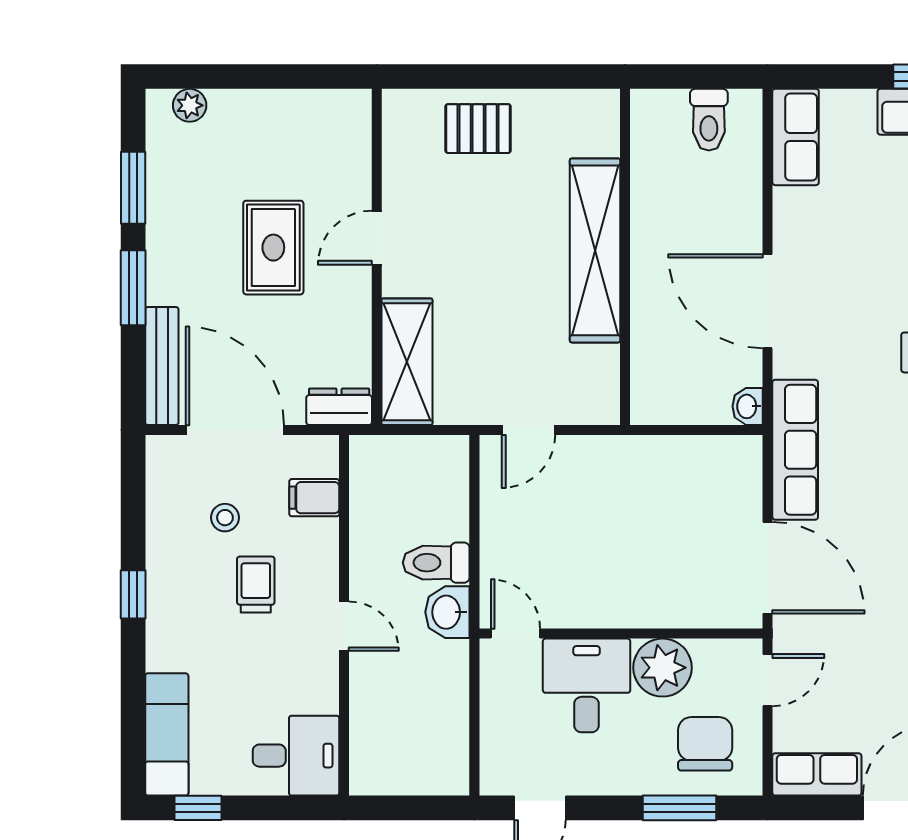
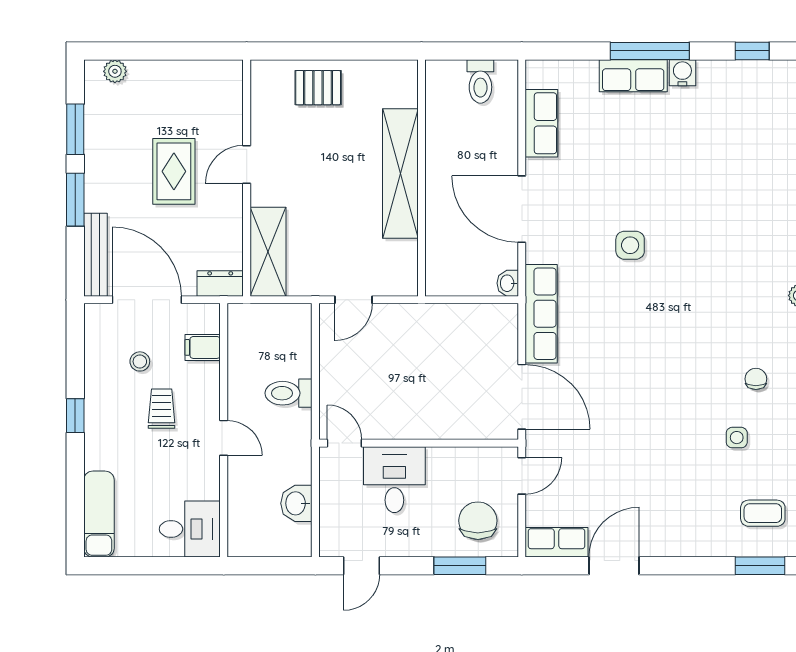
row of seats: (796, 137) -> (541, 123), moved
washbasin: (447, 612) -> (296, 503), moved
plant: (663, 668) -> (448, 467), removed
window: (198, 808) -> (121, 566), removed

